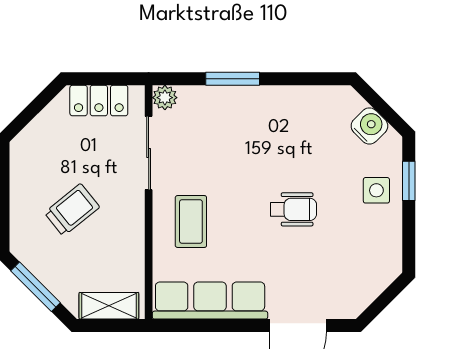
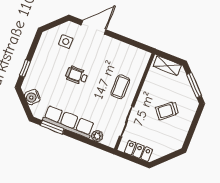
window: (233, 79) -> (52, 127), moved
plant: (165, 98) -> (97, 136), moved
side table: (376, 190) -> (66, 42), moved
row of seats: (210, 301) -> (69, 122), moved, turned 180

